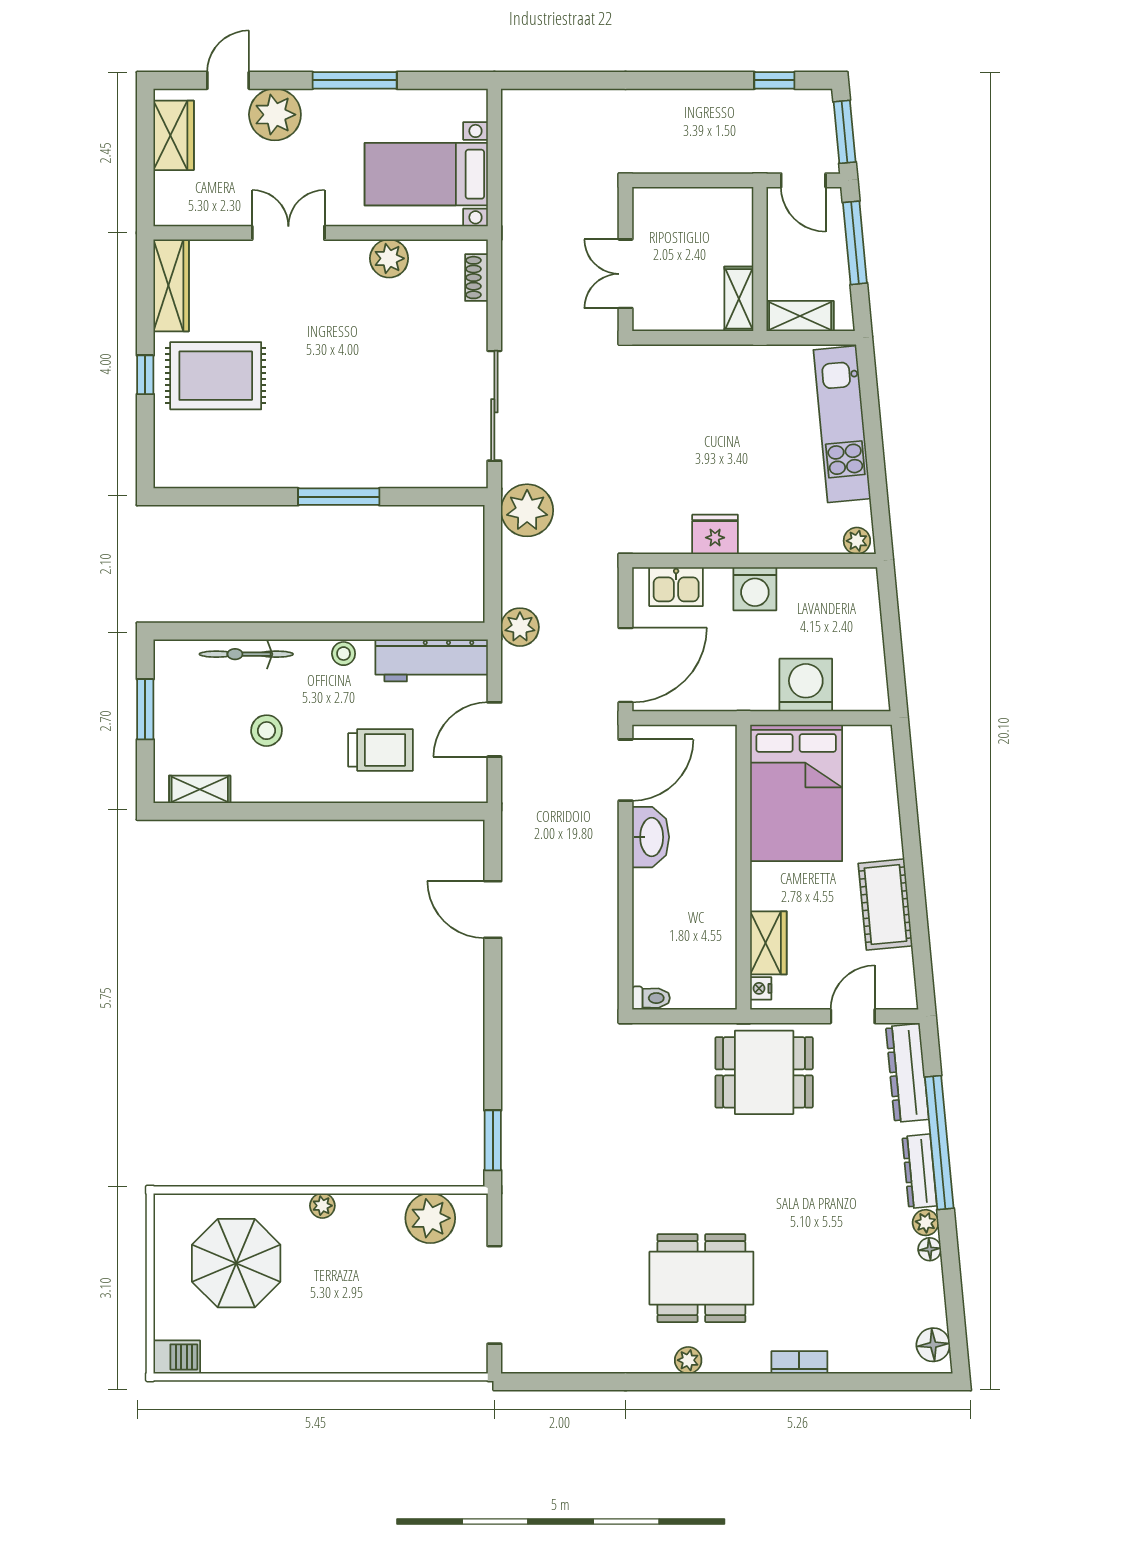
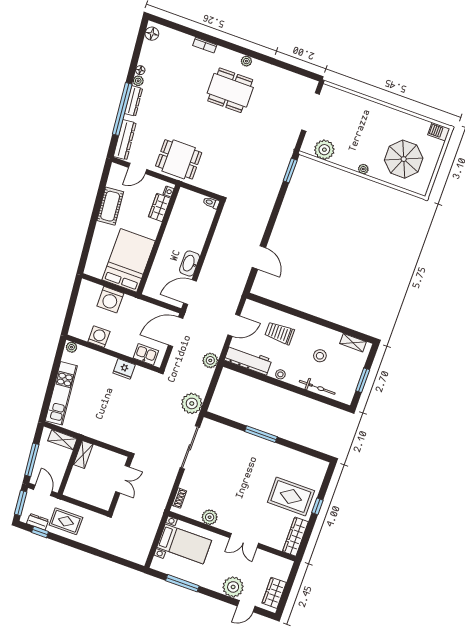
window: (355, 80) -> (182, 583), moved
dresser: (789, 102) -> (38, 522), added
rug: (723, 127) -> (66, 521), added
washing machine: (755, 589) -> (99, 337), moved

